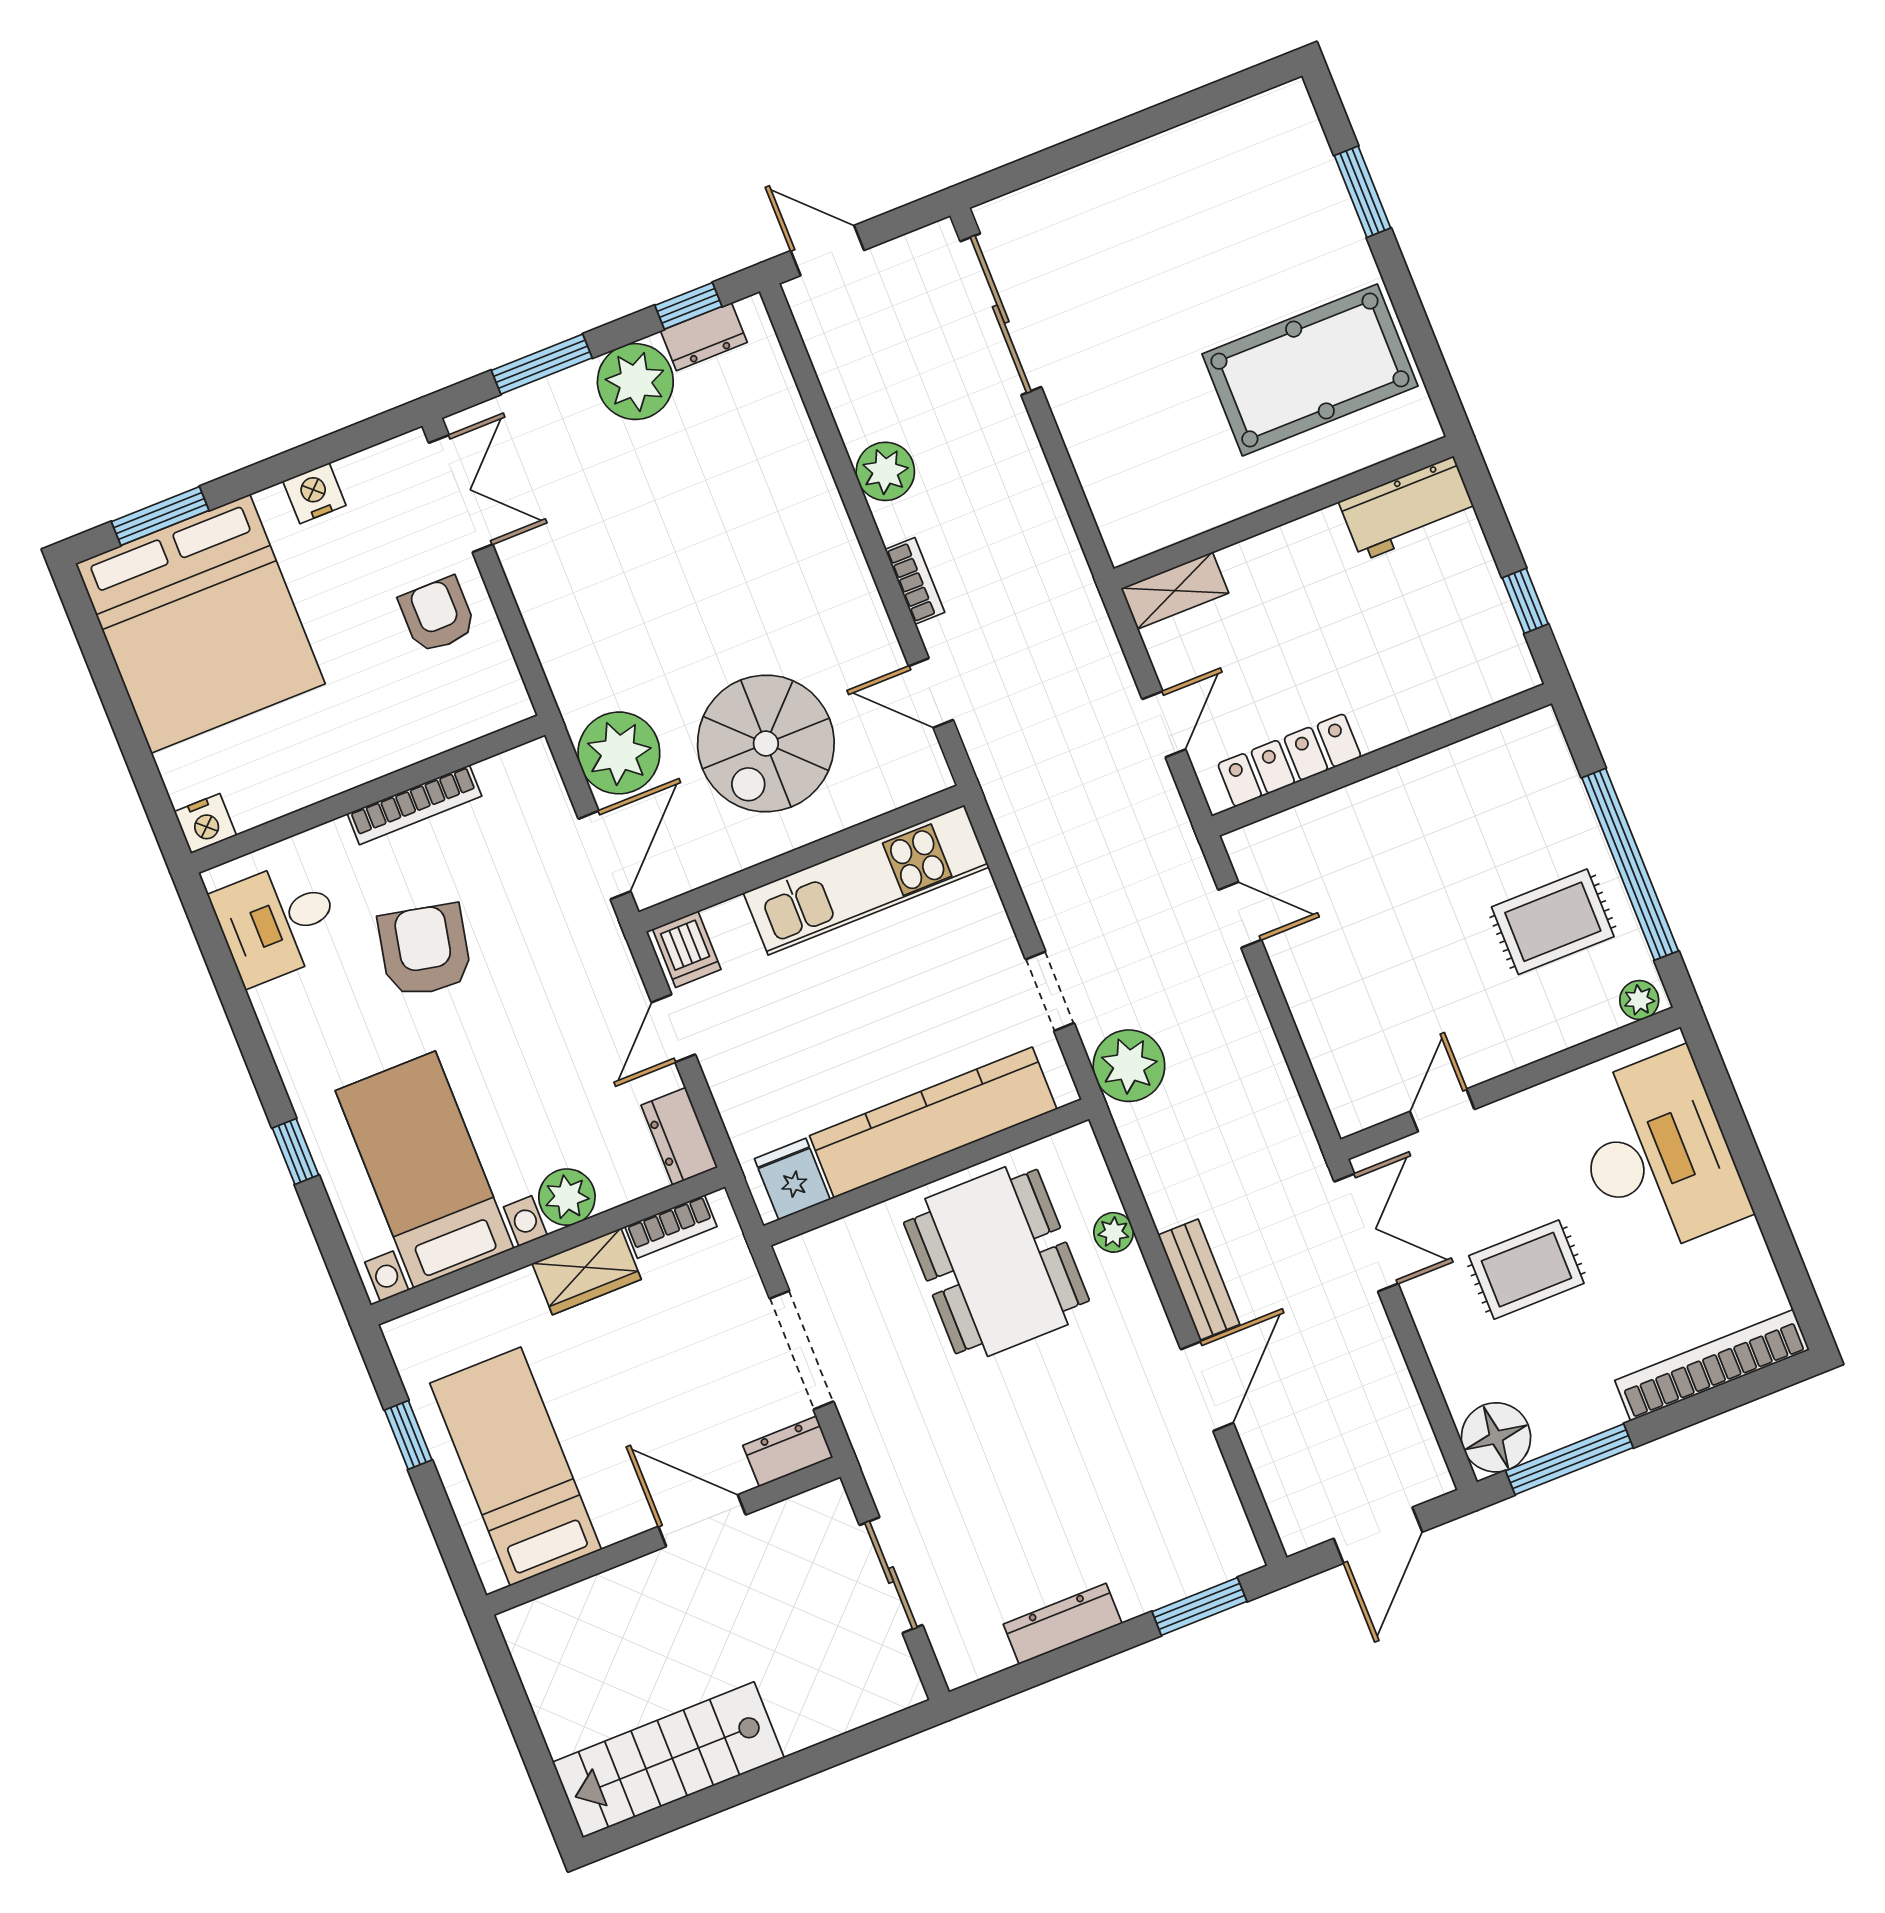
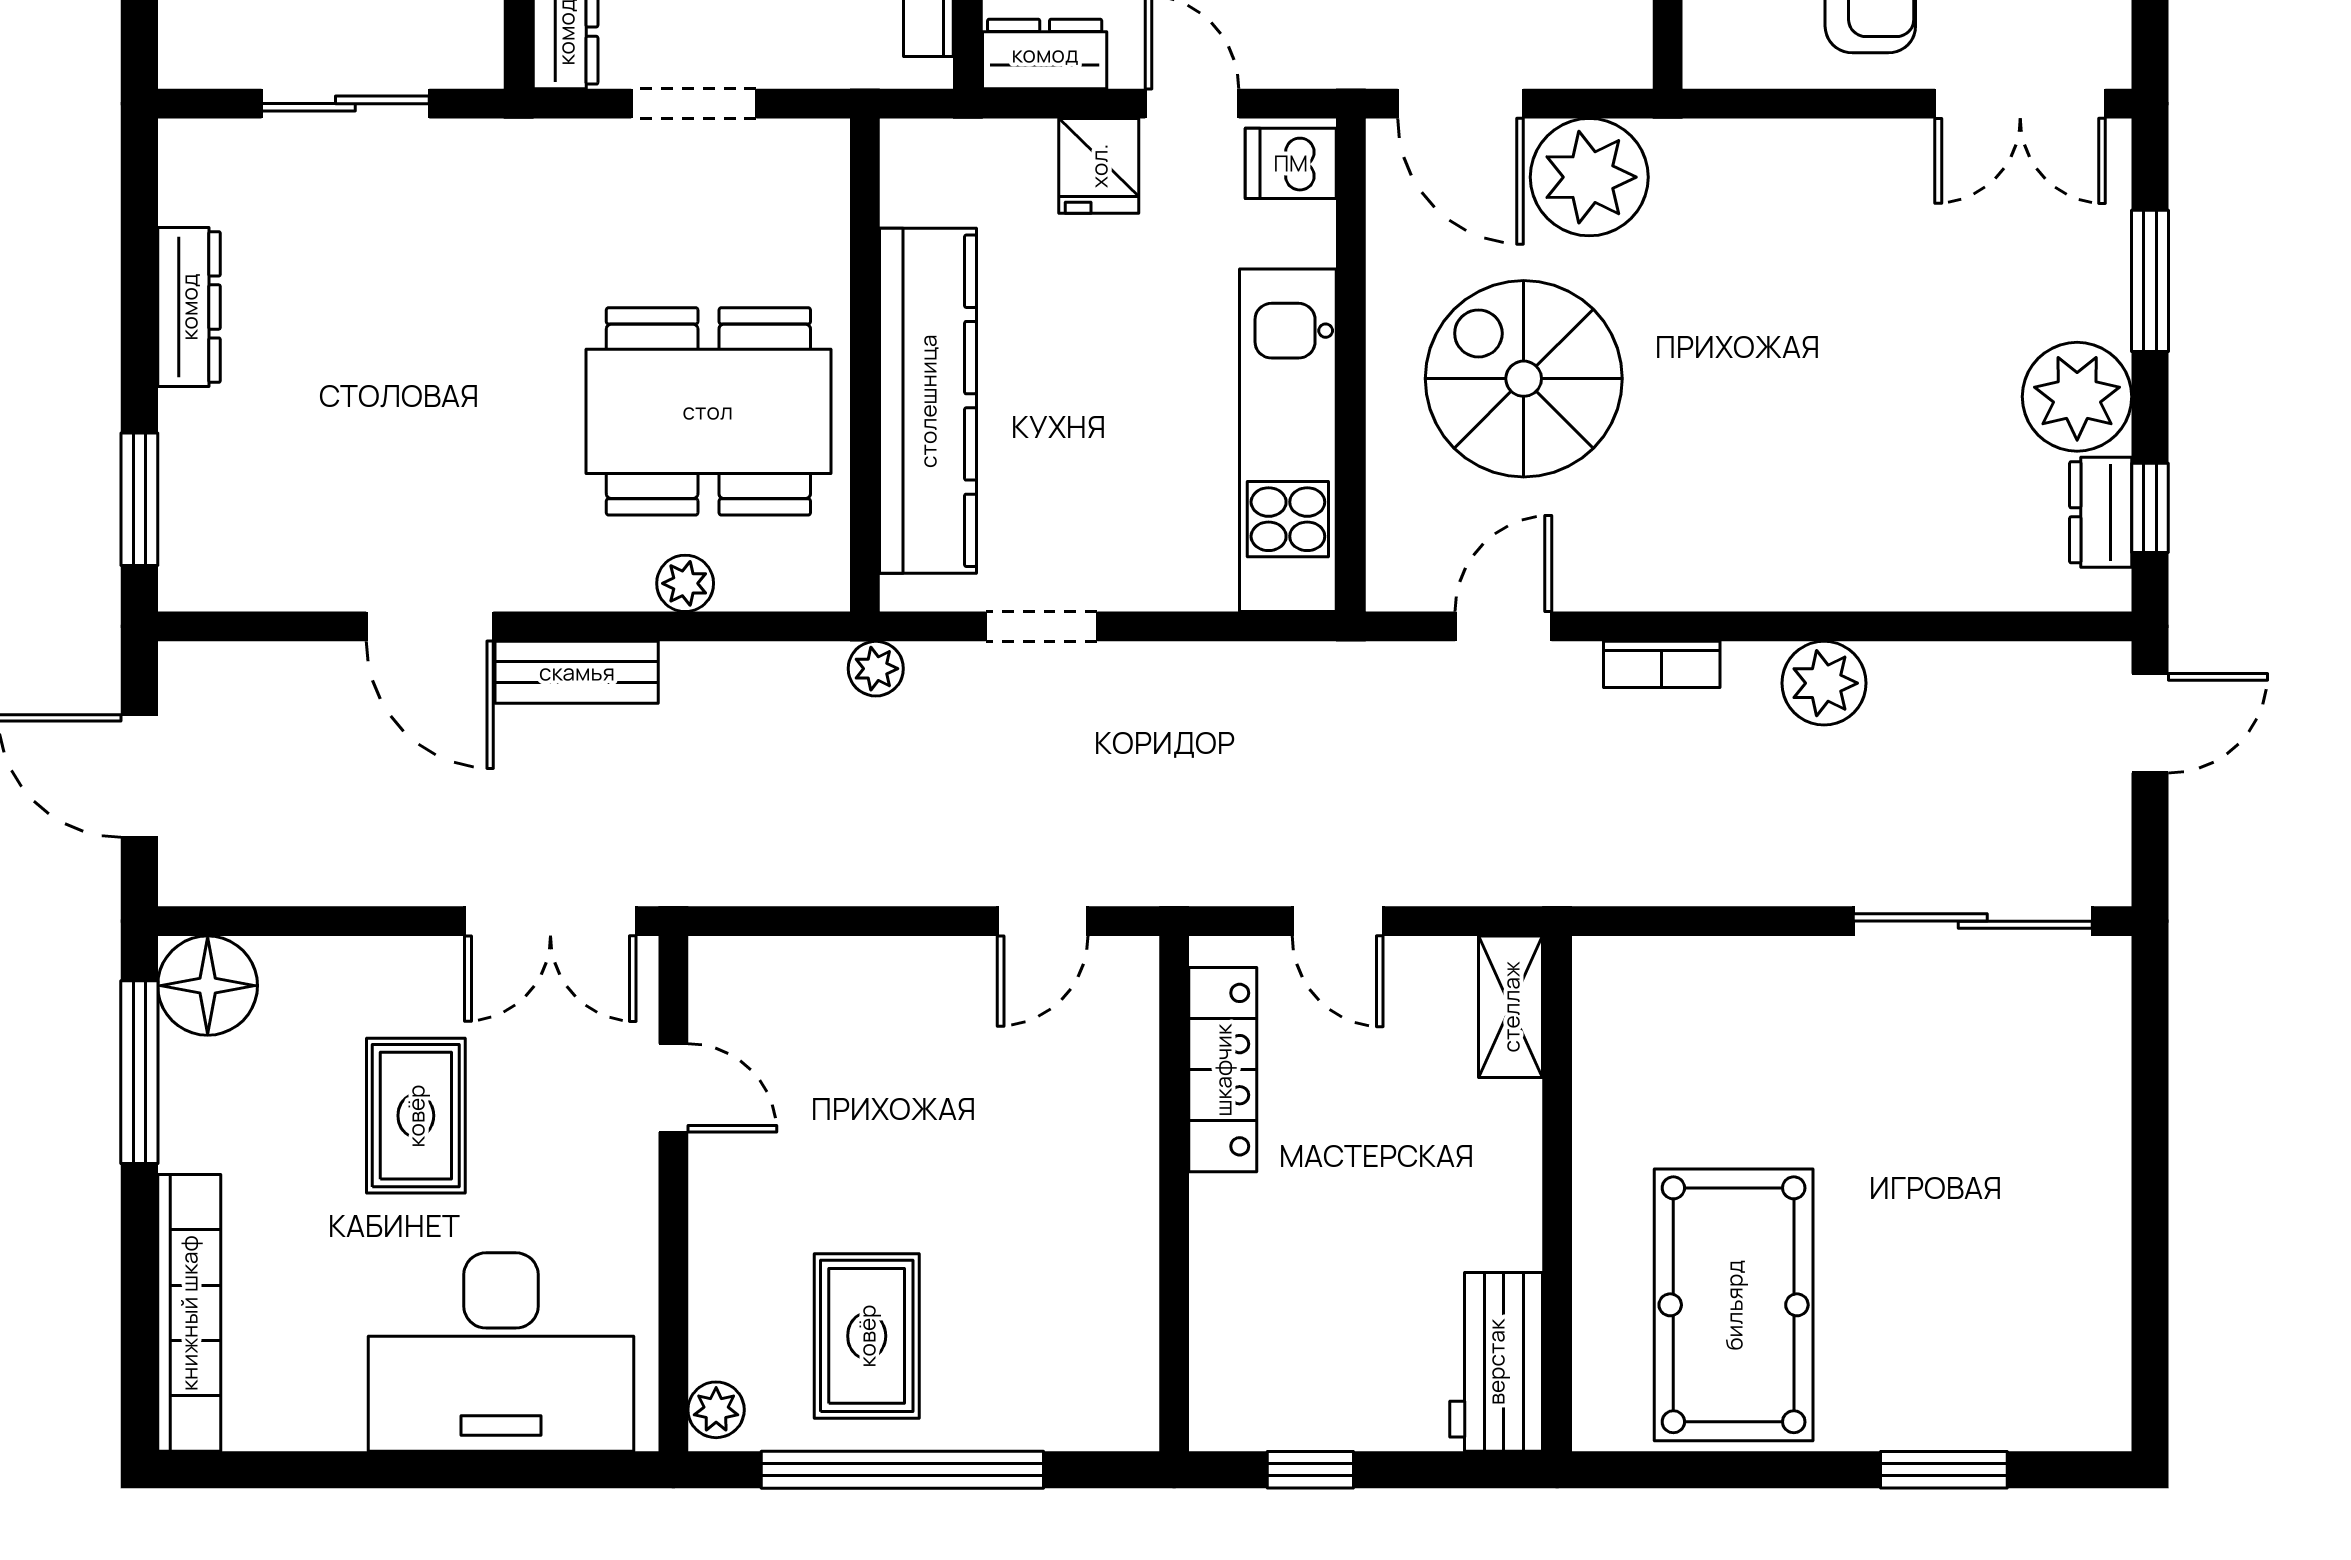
plant: (1129, 1066) -> (876, 669), width x0.53, depth x0.53
fridge: (792, 1179) -> (1099, 166), moved, turned 90
doorway: (801, 1350) -> (694, 104), width x0.73

